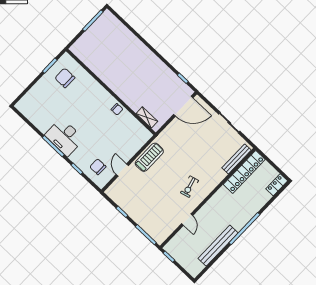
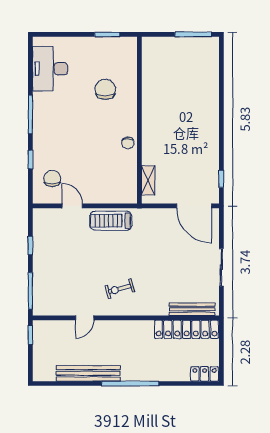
chair: (65, 78) -> (105, 89), moved
desk: (64, 137) -> (50, 69), moved
treadmill: (149, 157) -> (111, 221), turned 180
door: (122, 170) -> (72, 206), hinge flipped

